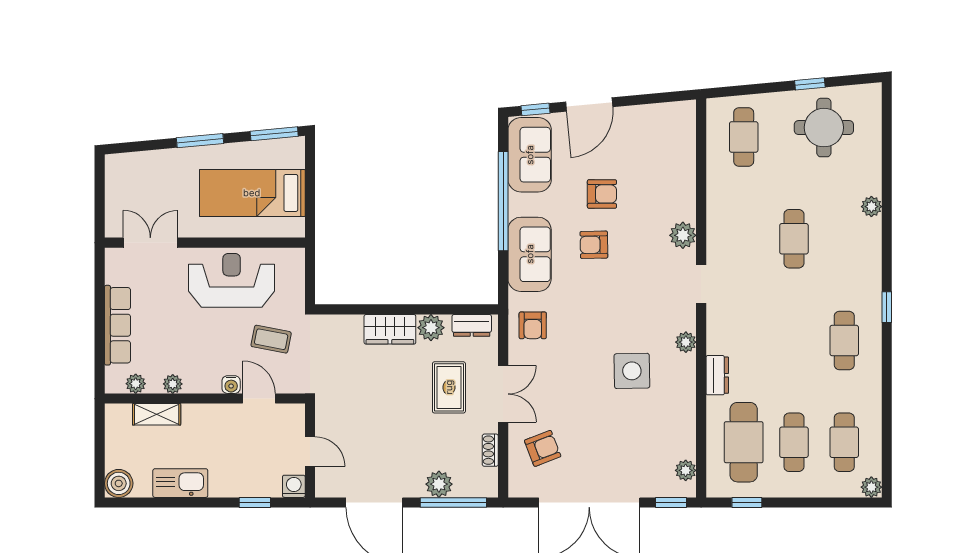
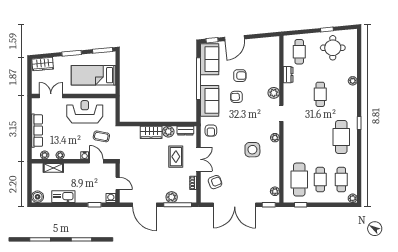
wardrobe: (131, 166) -> (43, 64), added
cafe table: (844, 340) -> (341, 137), width x1.37, depth x1.35
dresser: (717, 375) -> (288, 75), moved

